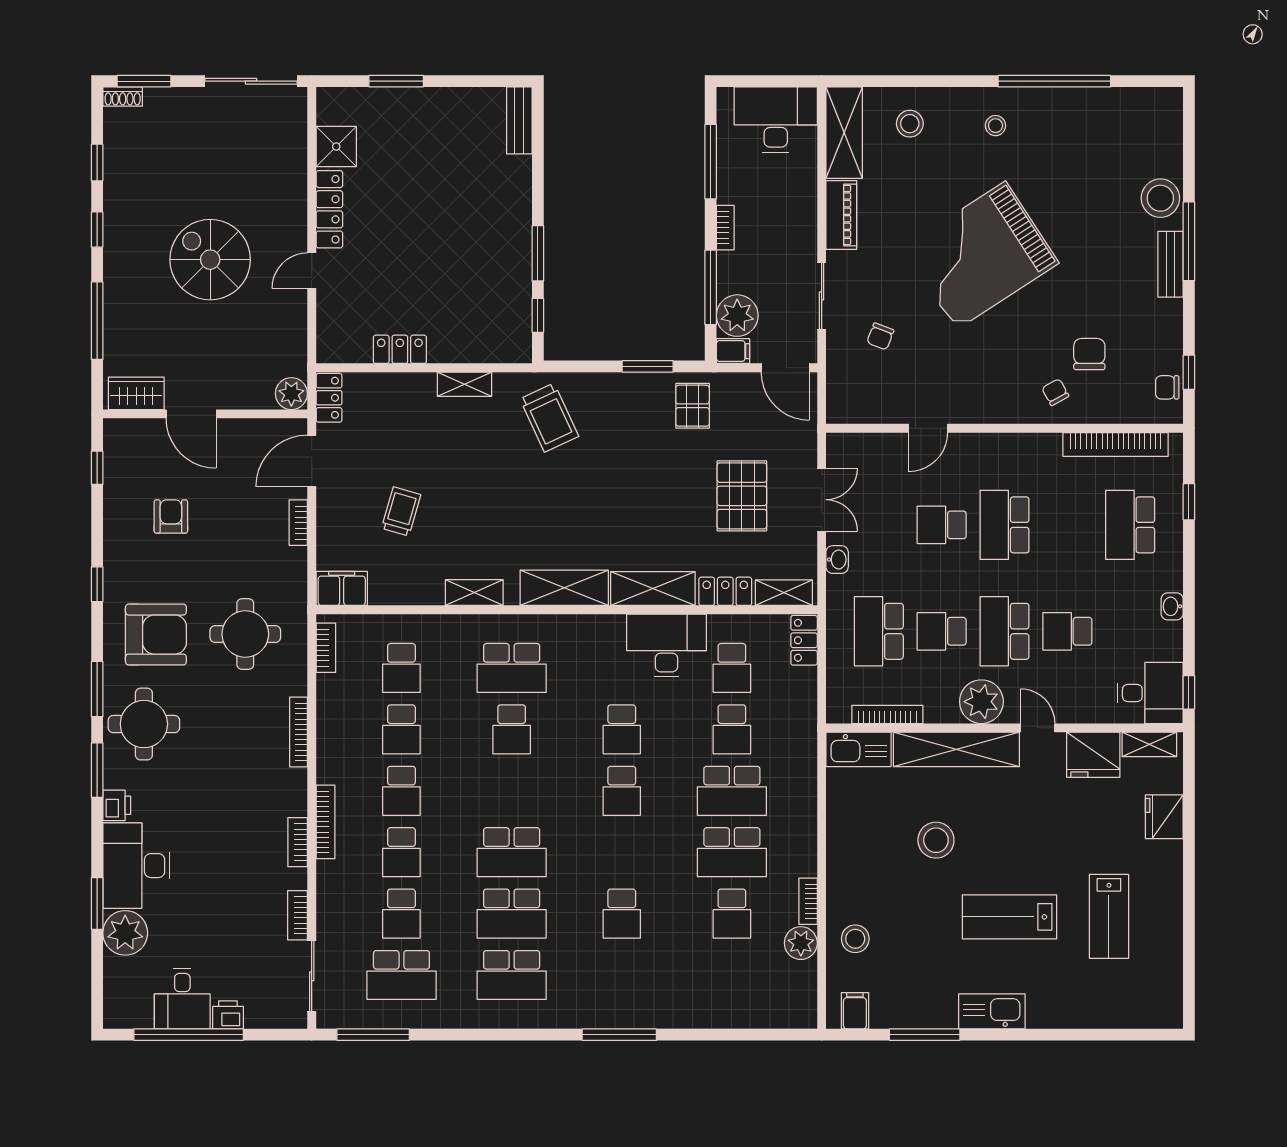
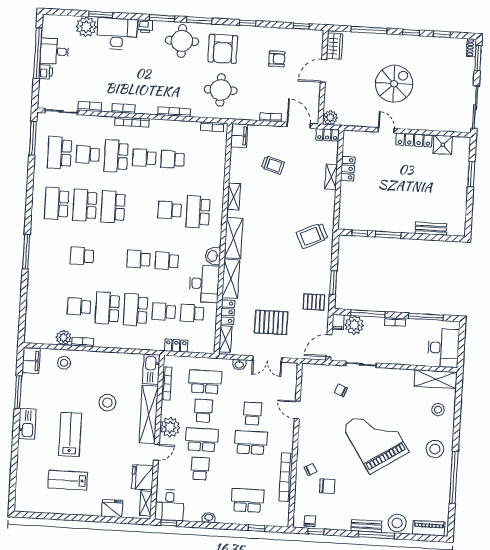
bench: (519, 120) -> (431, 229), moved
stool: (995, 126) -> (435, 449), width x1.89, depth x1.89
piano: (841, 215) -> (429, 528), moved, turned 180
shelving: (465, 384) -> (331, 177), moved
bookcase: (1116, 445) -> (286, 477), moved
washbasin: (606, 630) -> (213, 256), added
locker: (804, 640) -> (176, 346), moved
school desk: (401, 668) -> (201, 161), removed
school desk: (401, 852) -> (116, 156), width x1.85
filing cabinet: (855, 1011) -> (31, 361), width x2.00

